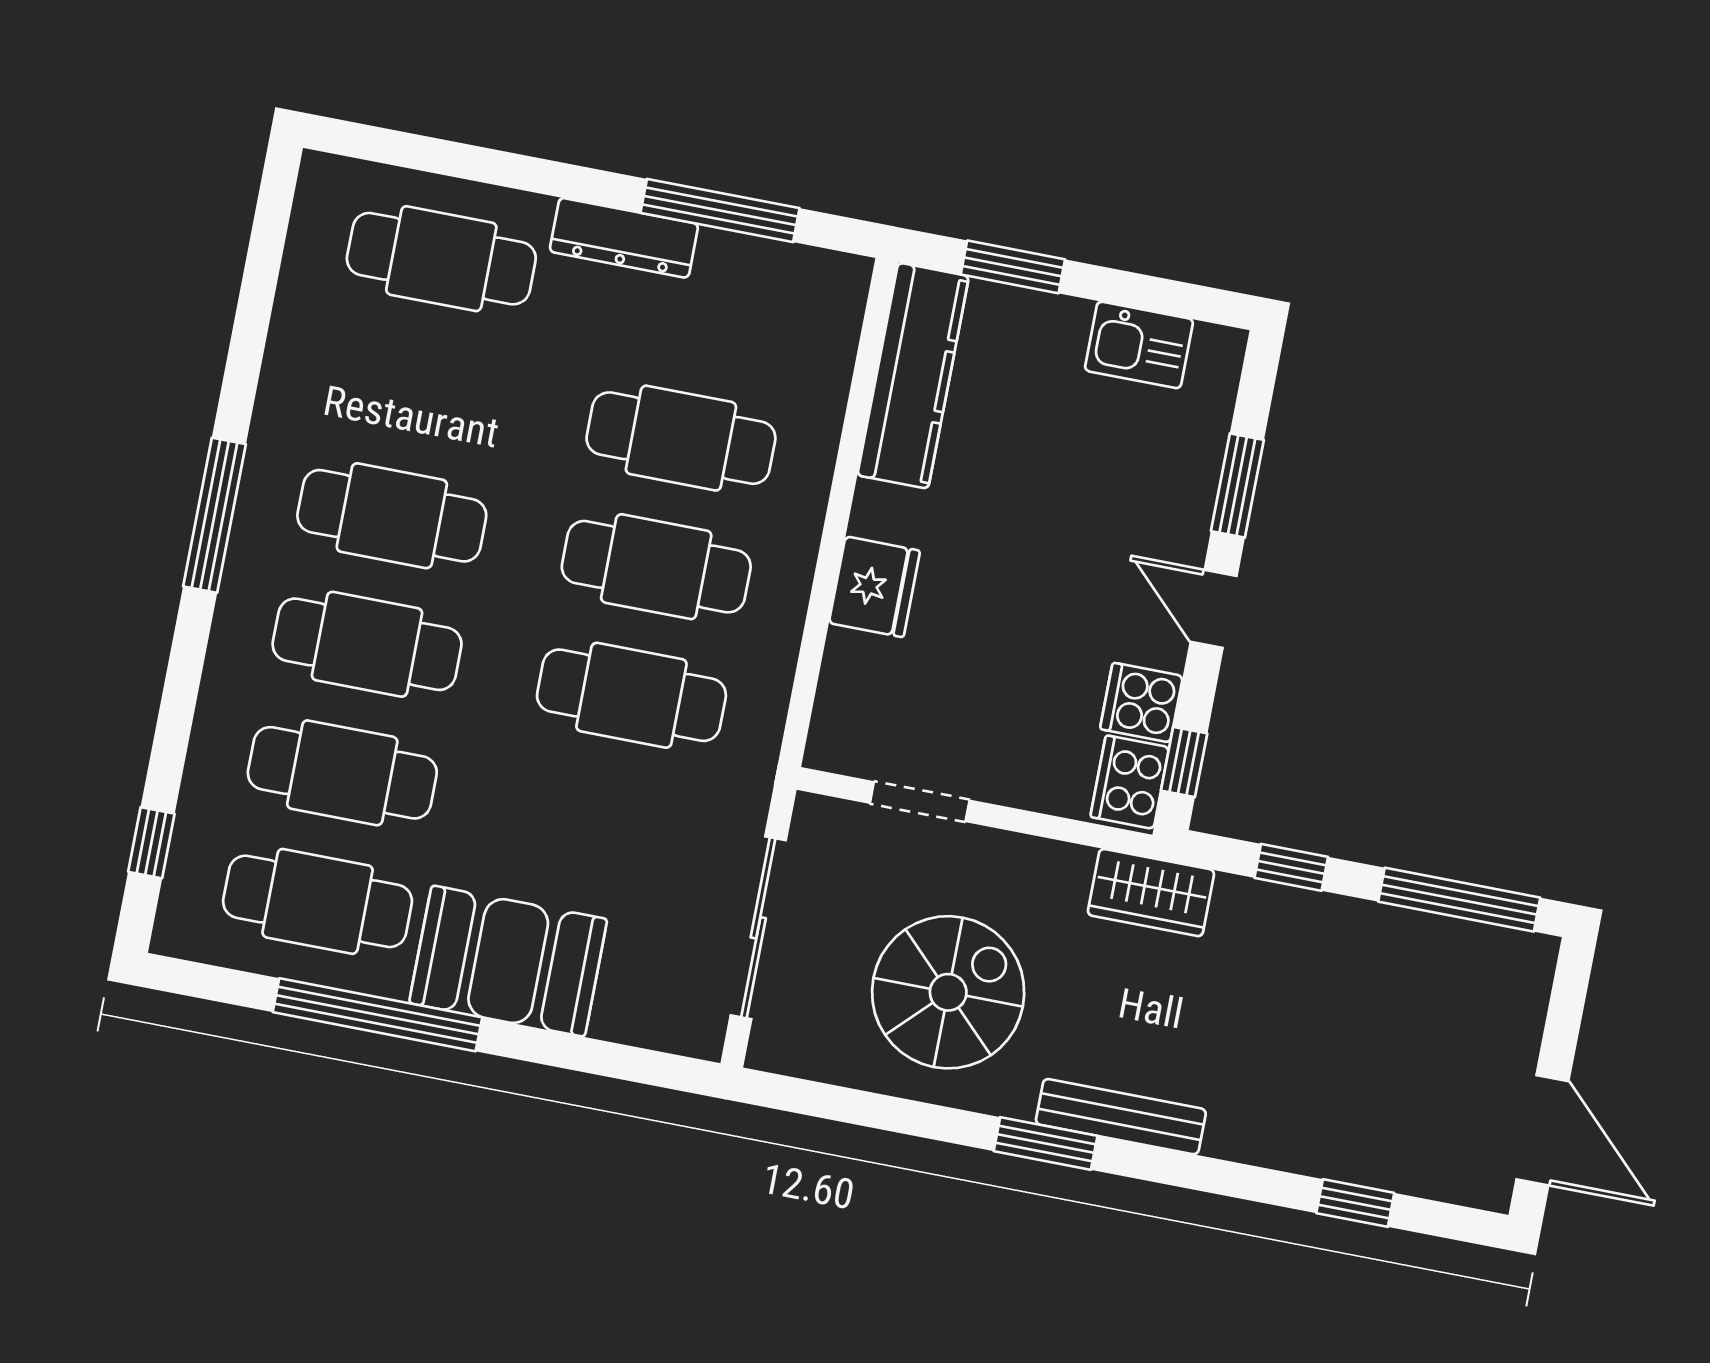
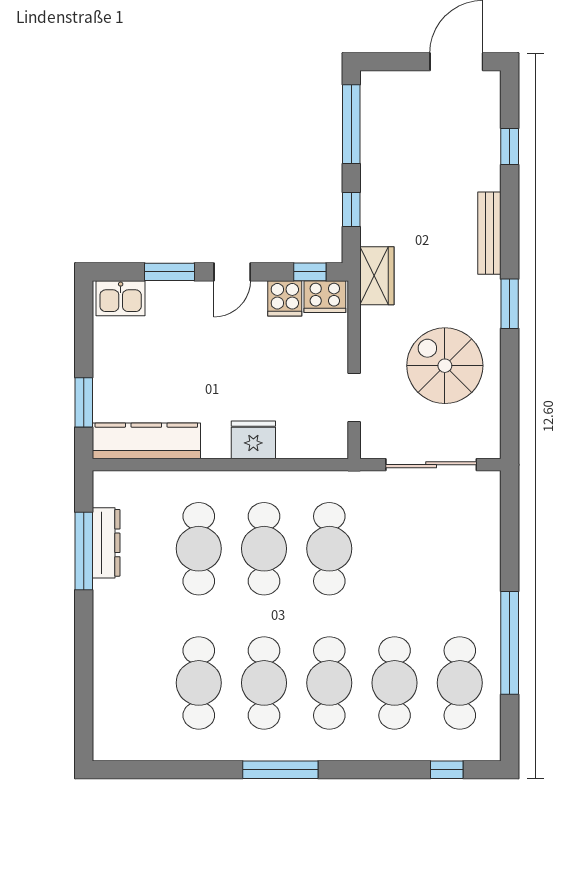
dresser: (624, 238) -> (106, 543), moved
cafe table: (441, 259) -> (199, 683), moved
kitchen sink: (1139, 345) -> (121, 298), moved, turned 90
booth: (508, 961) -> (471, 584), removed
bench: (1121, 1117) -> (489, 233), moved

